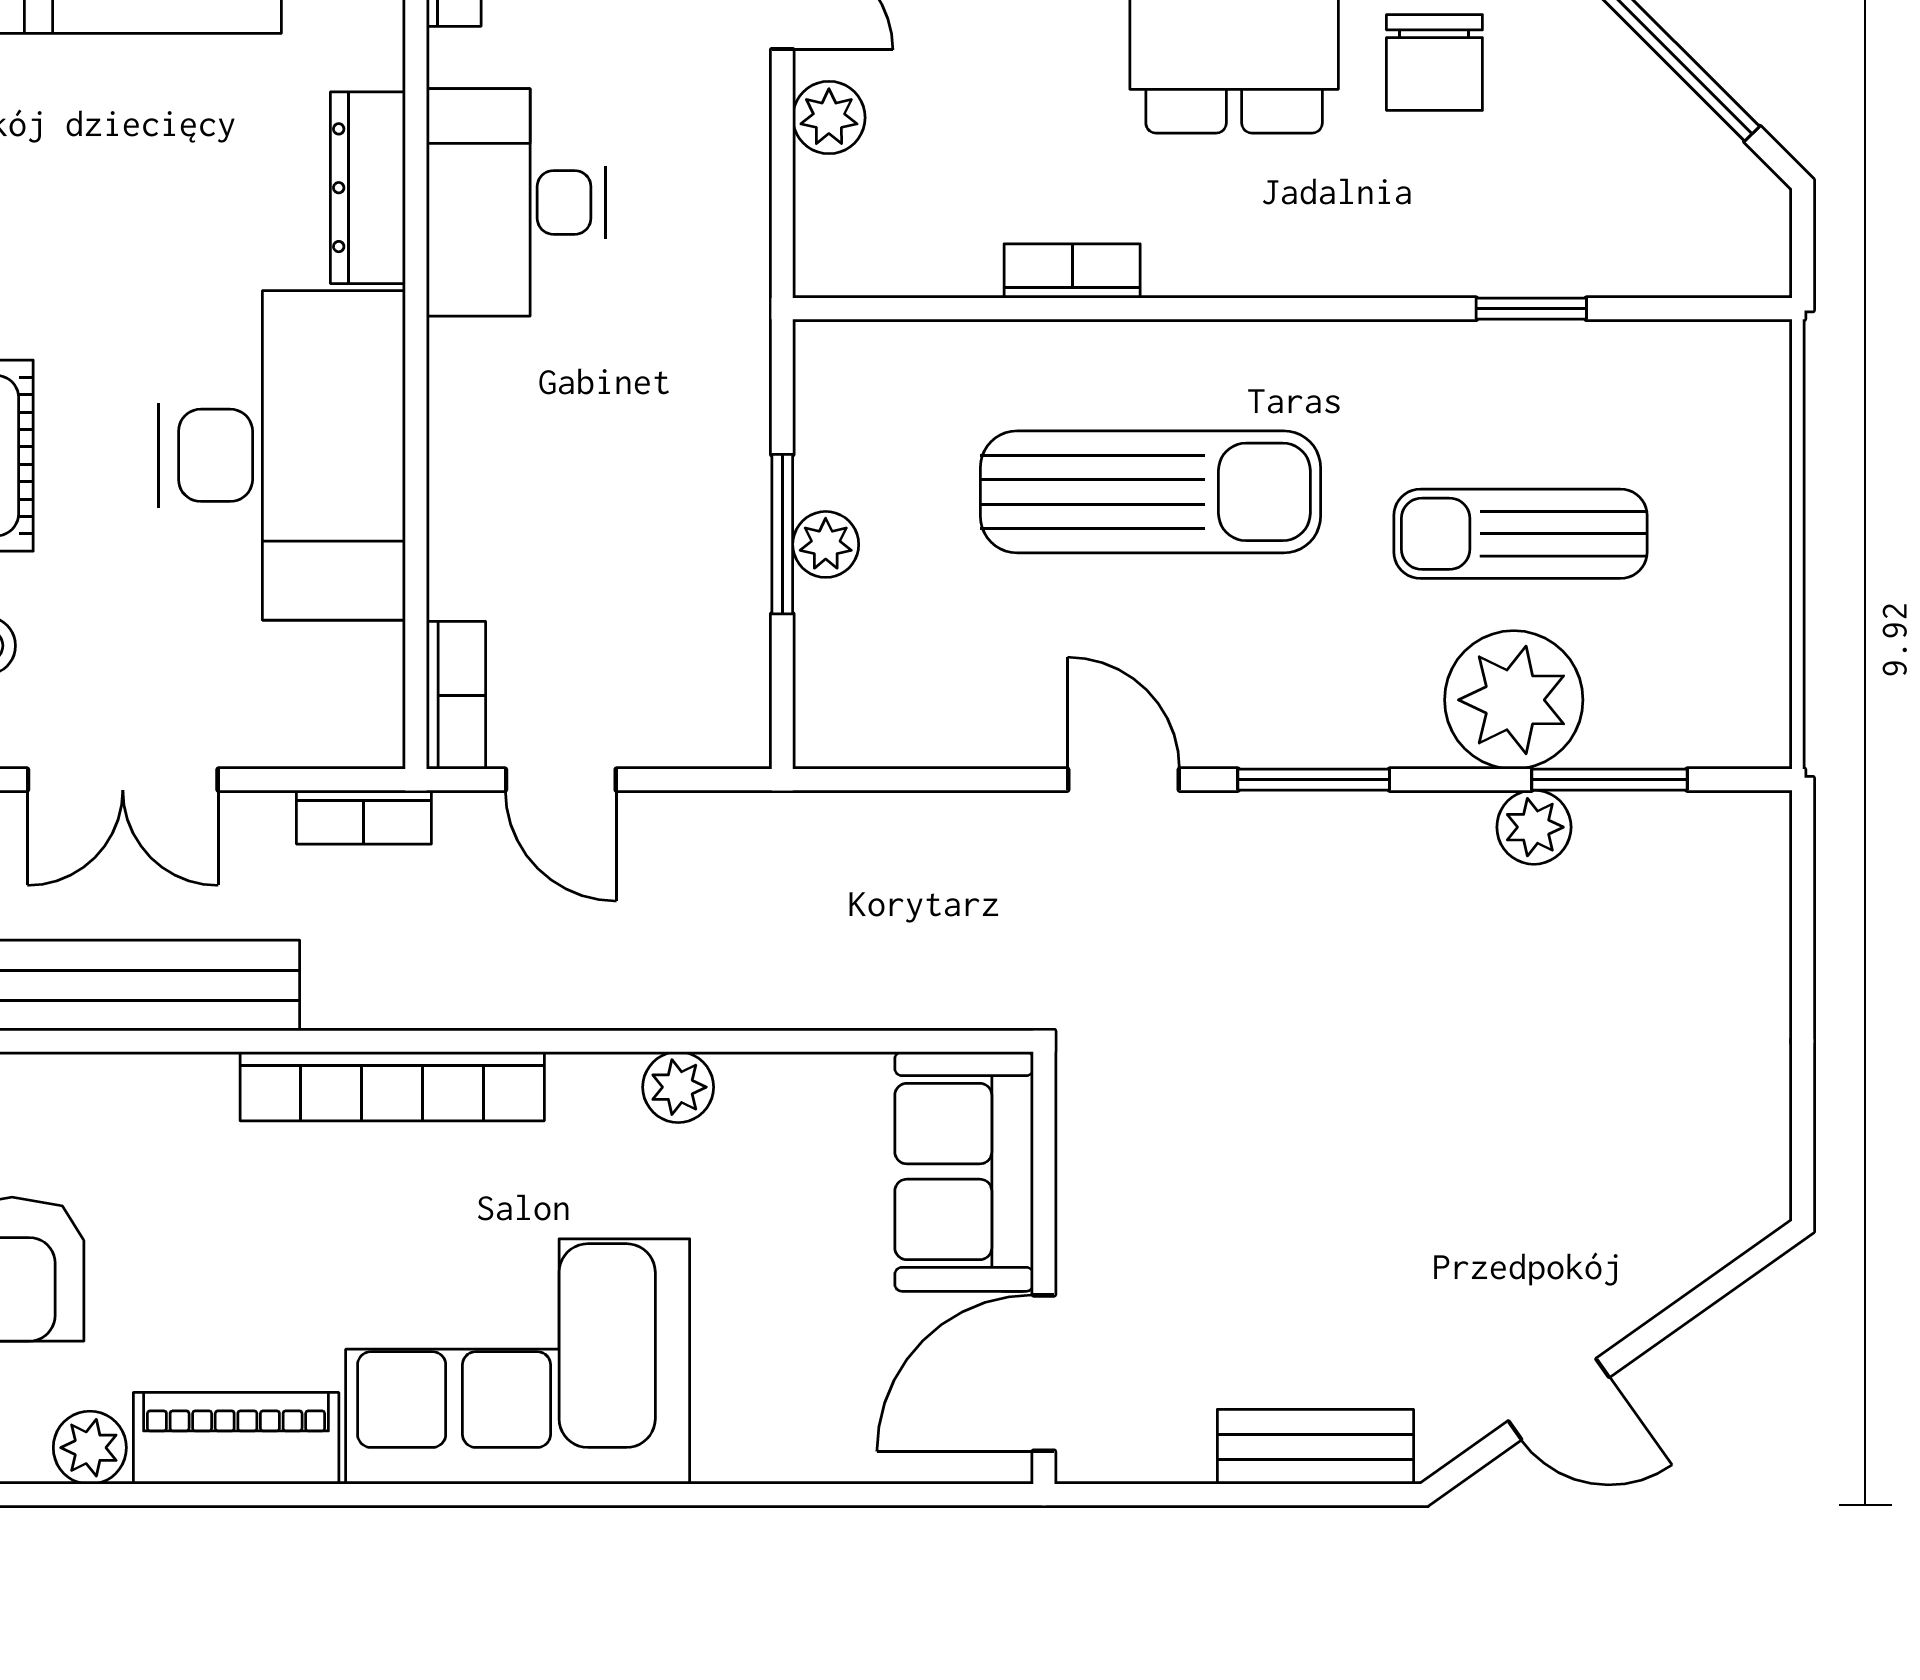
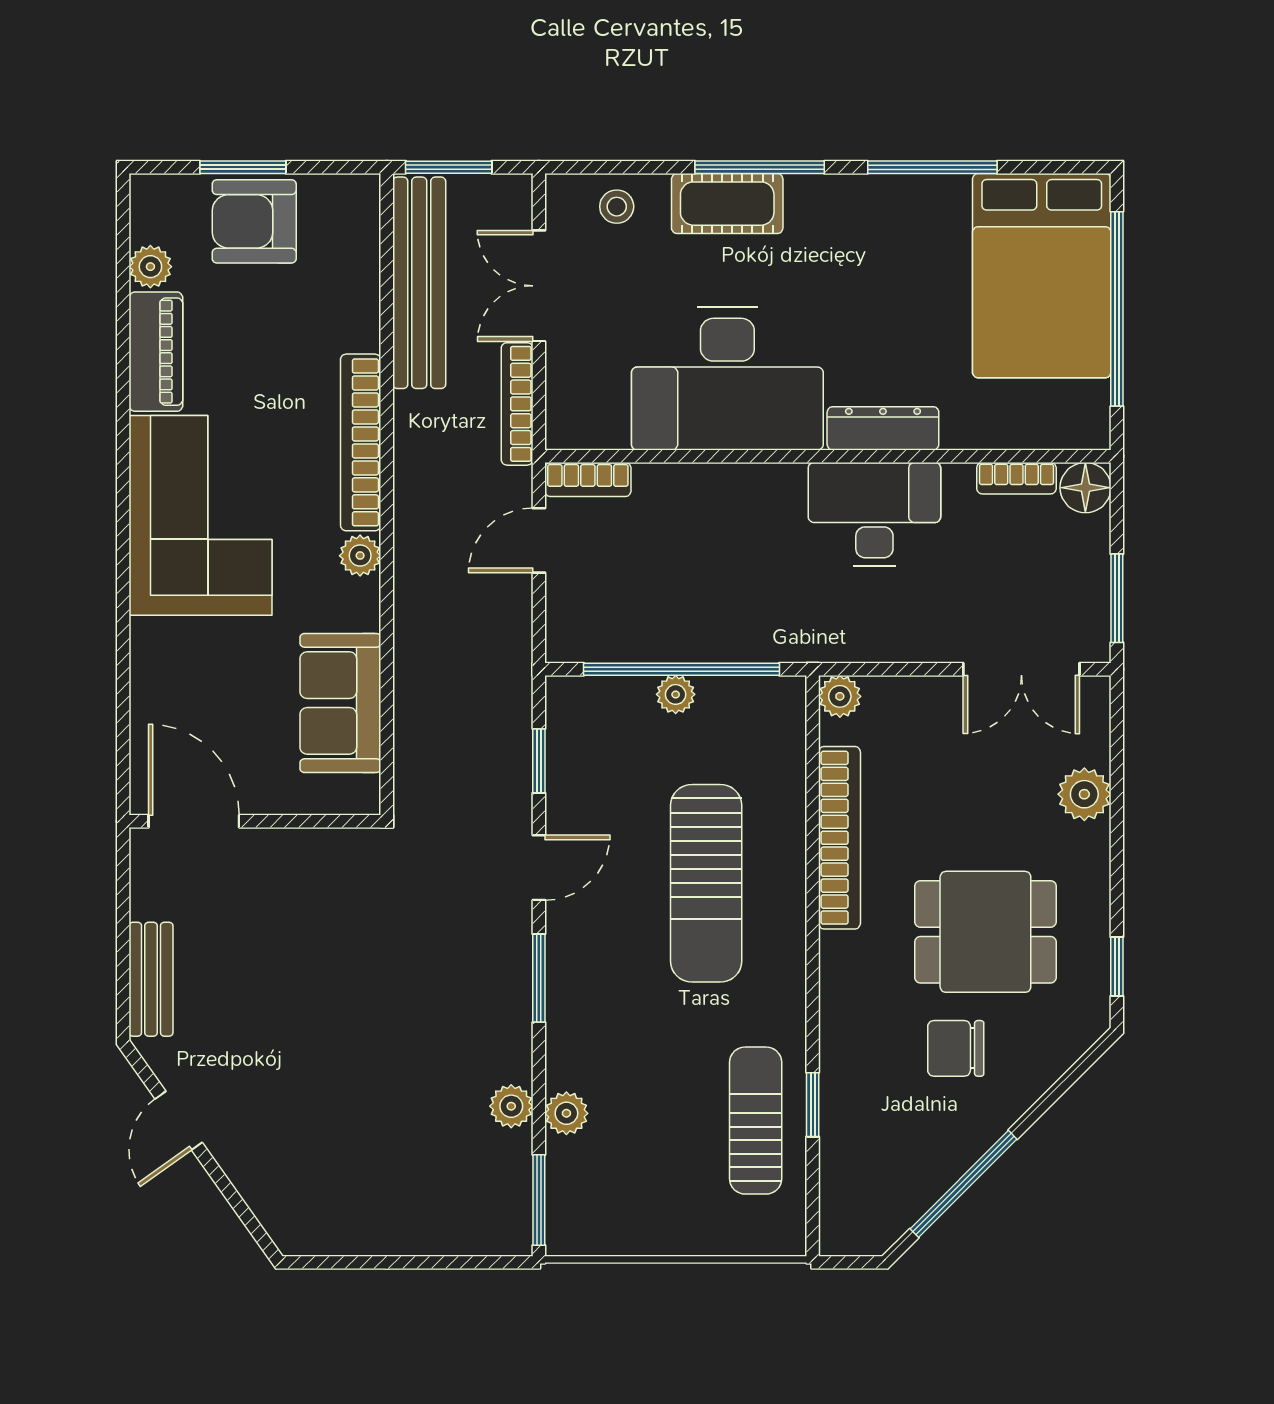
plant: (829, 118) -> (840, 696), moved
bookcase: (1072, 271) -> (840, 838), width x2.31, depth x1.31
window: (782, 534) -> (682, 669), width x2.11
sun lounger: (1520, 534) -> (756, 1121), moved
plant: (1514, 700) -> (566, 1113), width x0.53, depth x0.53
window: (940, 780) -> (539, 761), added
window: (1609, 780) -> (539, 1200), moved
bookcase: (364, 817) -> (517, 404), width x1.56
plant: (678, 1087) -> (360, 556), moved
sofa: (964, 1172) -> (340, 703), moved, turned -90

